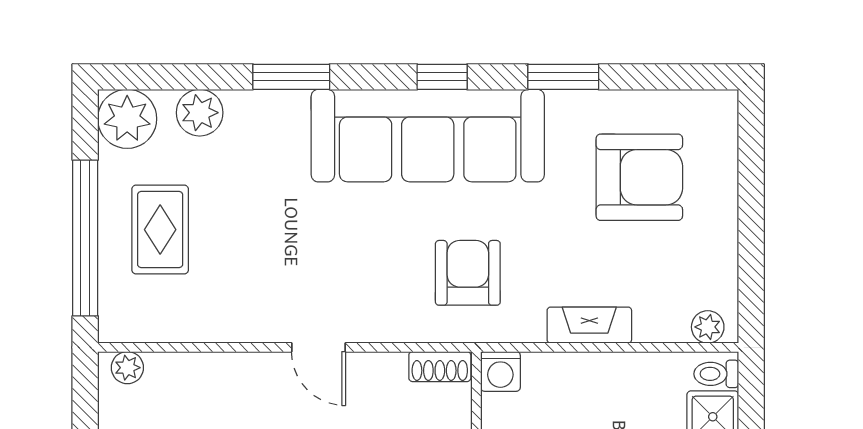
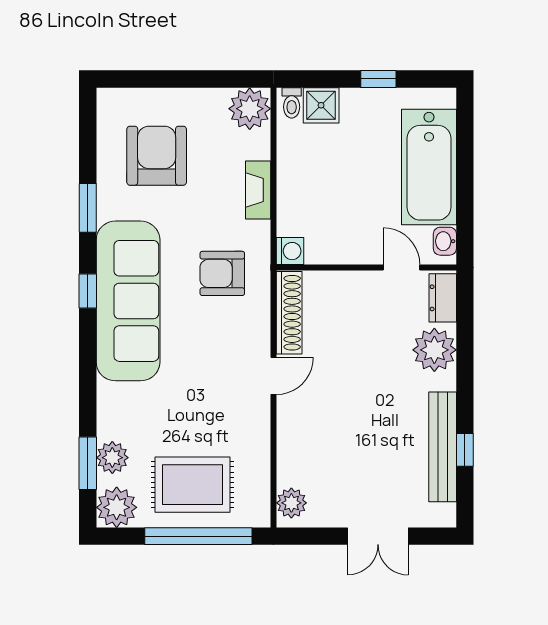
window: (291, 77) -> (88, 463), moved
rug: (160, 230) -> (193, 485), width x1.36, depth x1.43
plant: (708, 327) -> (250, 109), width x1.88, depth x1.88
shoe rack: (440, 367) -> (289, 313), width x1.94, depth x1.24
plant: (127, 368) -> (291, 503), width x1.38, depth x1.38

